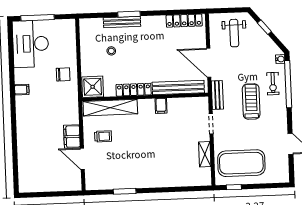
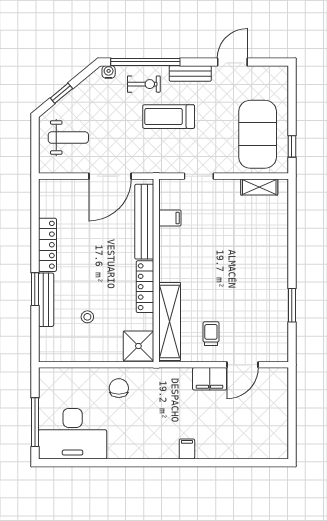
locker: (184, 21) -> (47, 245), moved
filing cabinet: (22, 90) -> (187, 449), moved
bench: (217, 95) -> (190, 74), moved
filing cabinet: (161, 106) -> (170, 218), moved
shelving: (205, 154) -> (259, 187), moved

